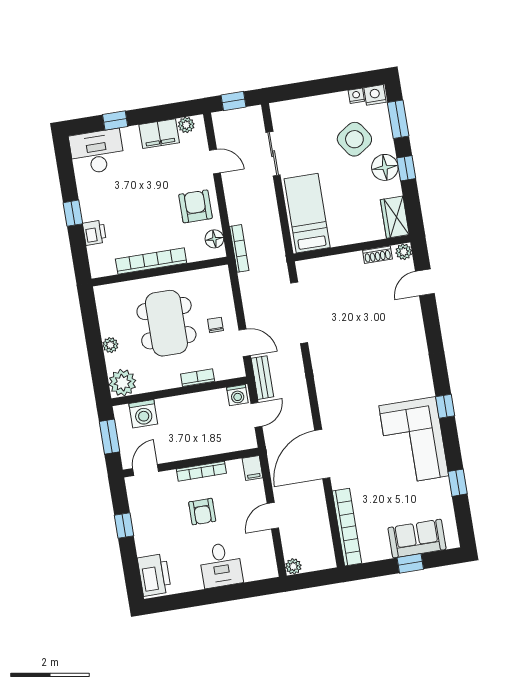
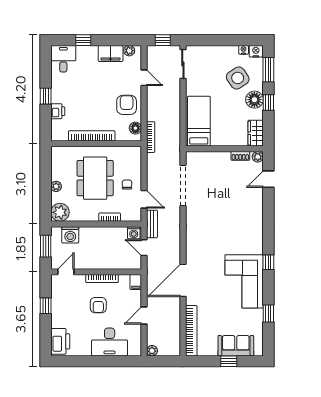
desk: (97, 152) -> (63, 59), width x0.73
sliding door: (273, 154) -> (183, 64), moved
door: (256, 415) -> (144, 248), swing flipped
desk: (221, 565) -> (110, 342), width x1.37

